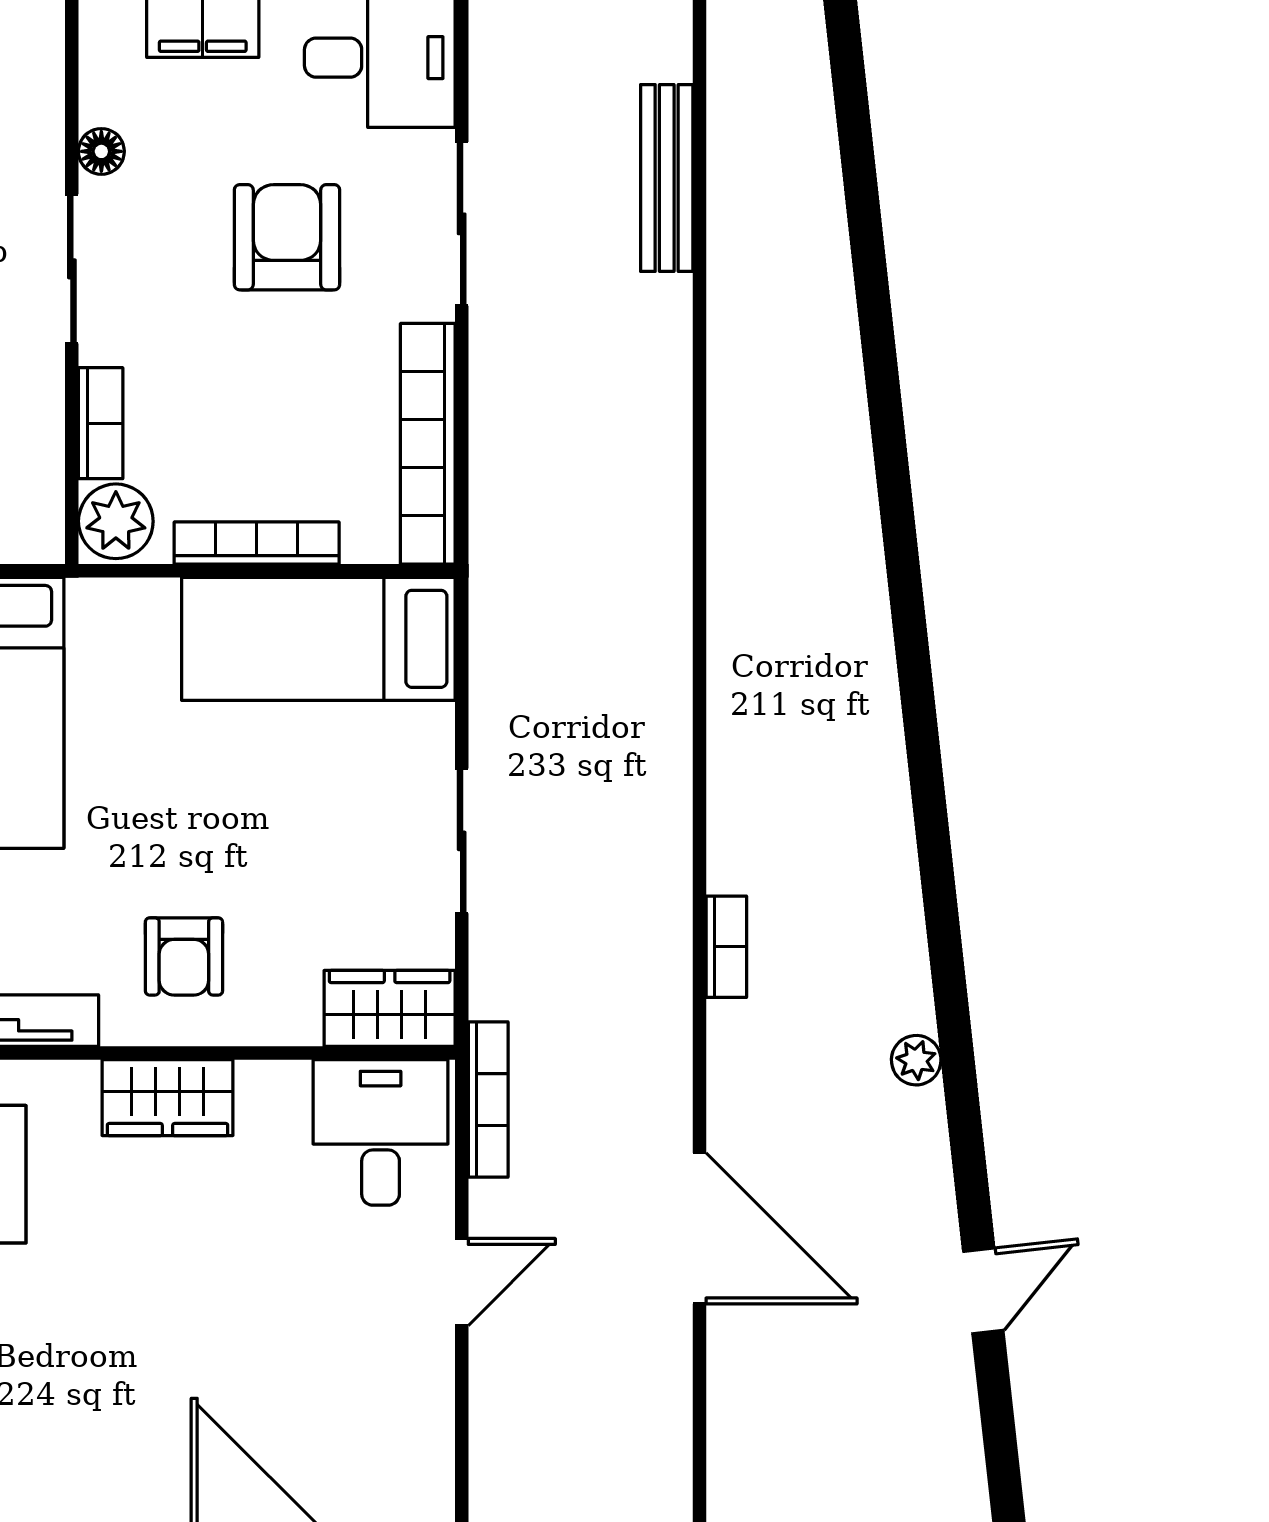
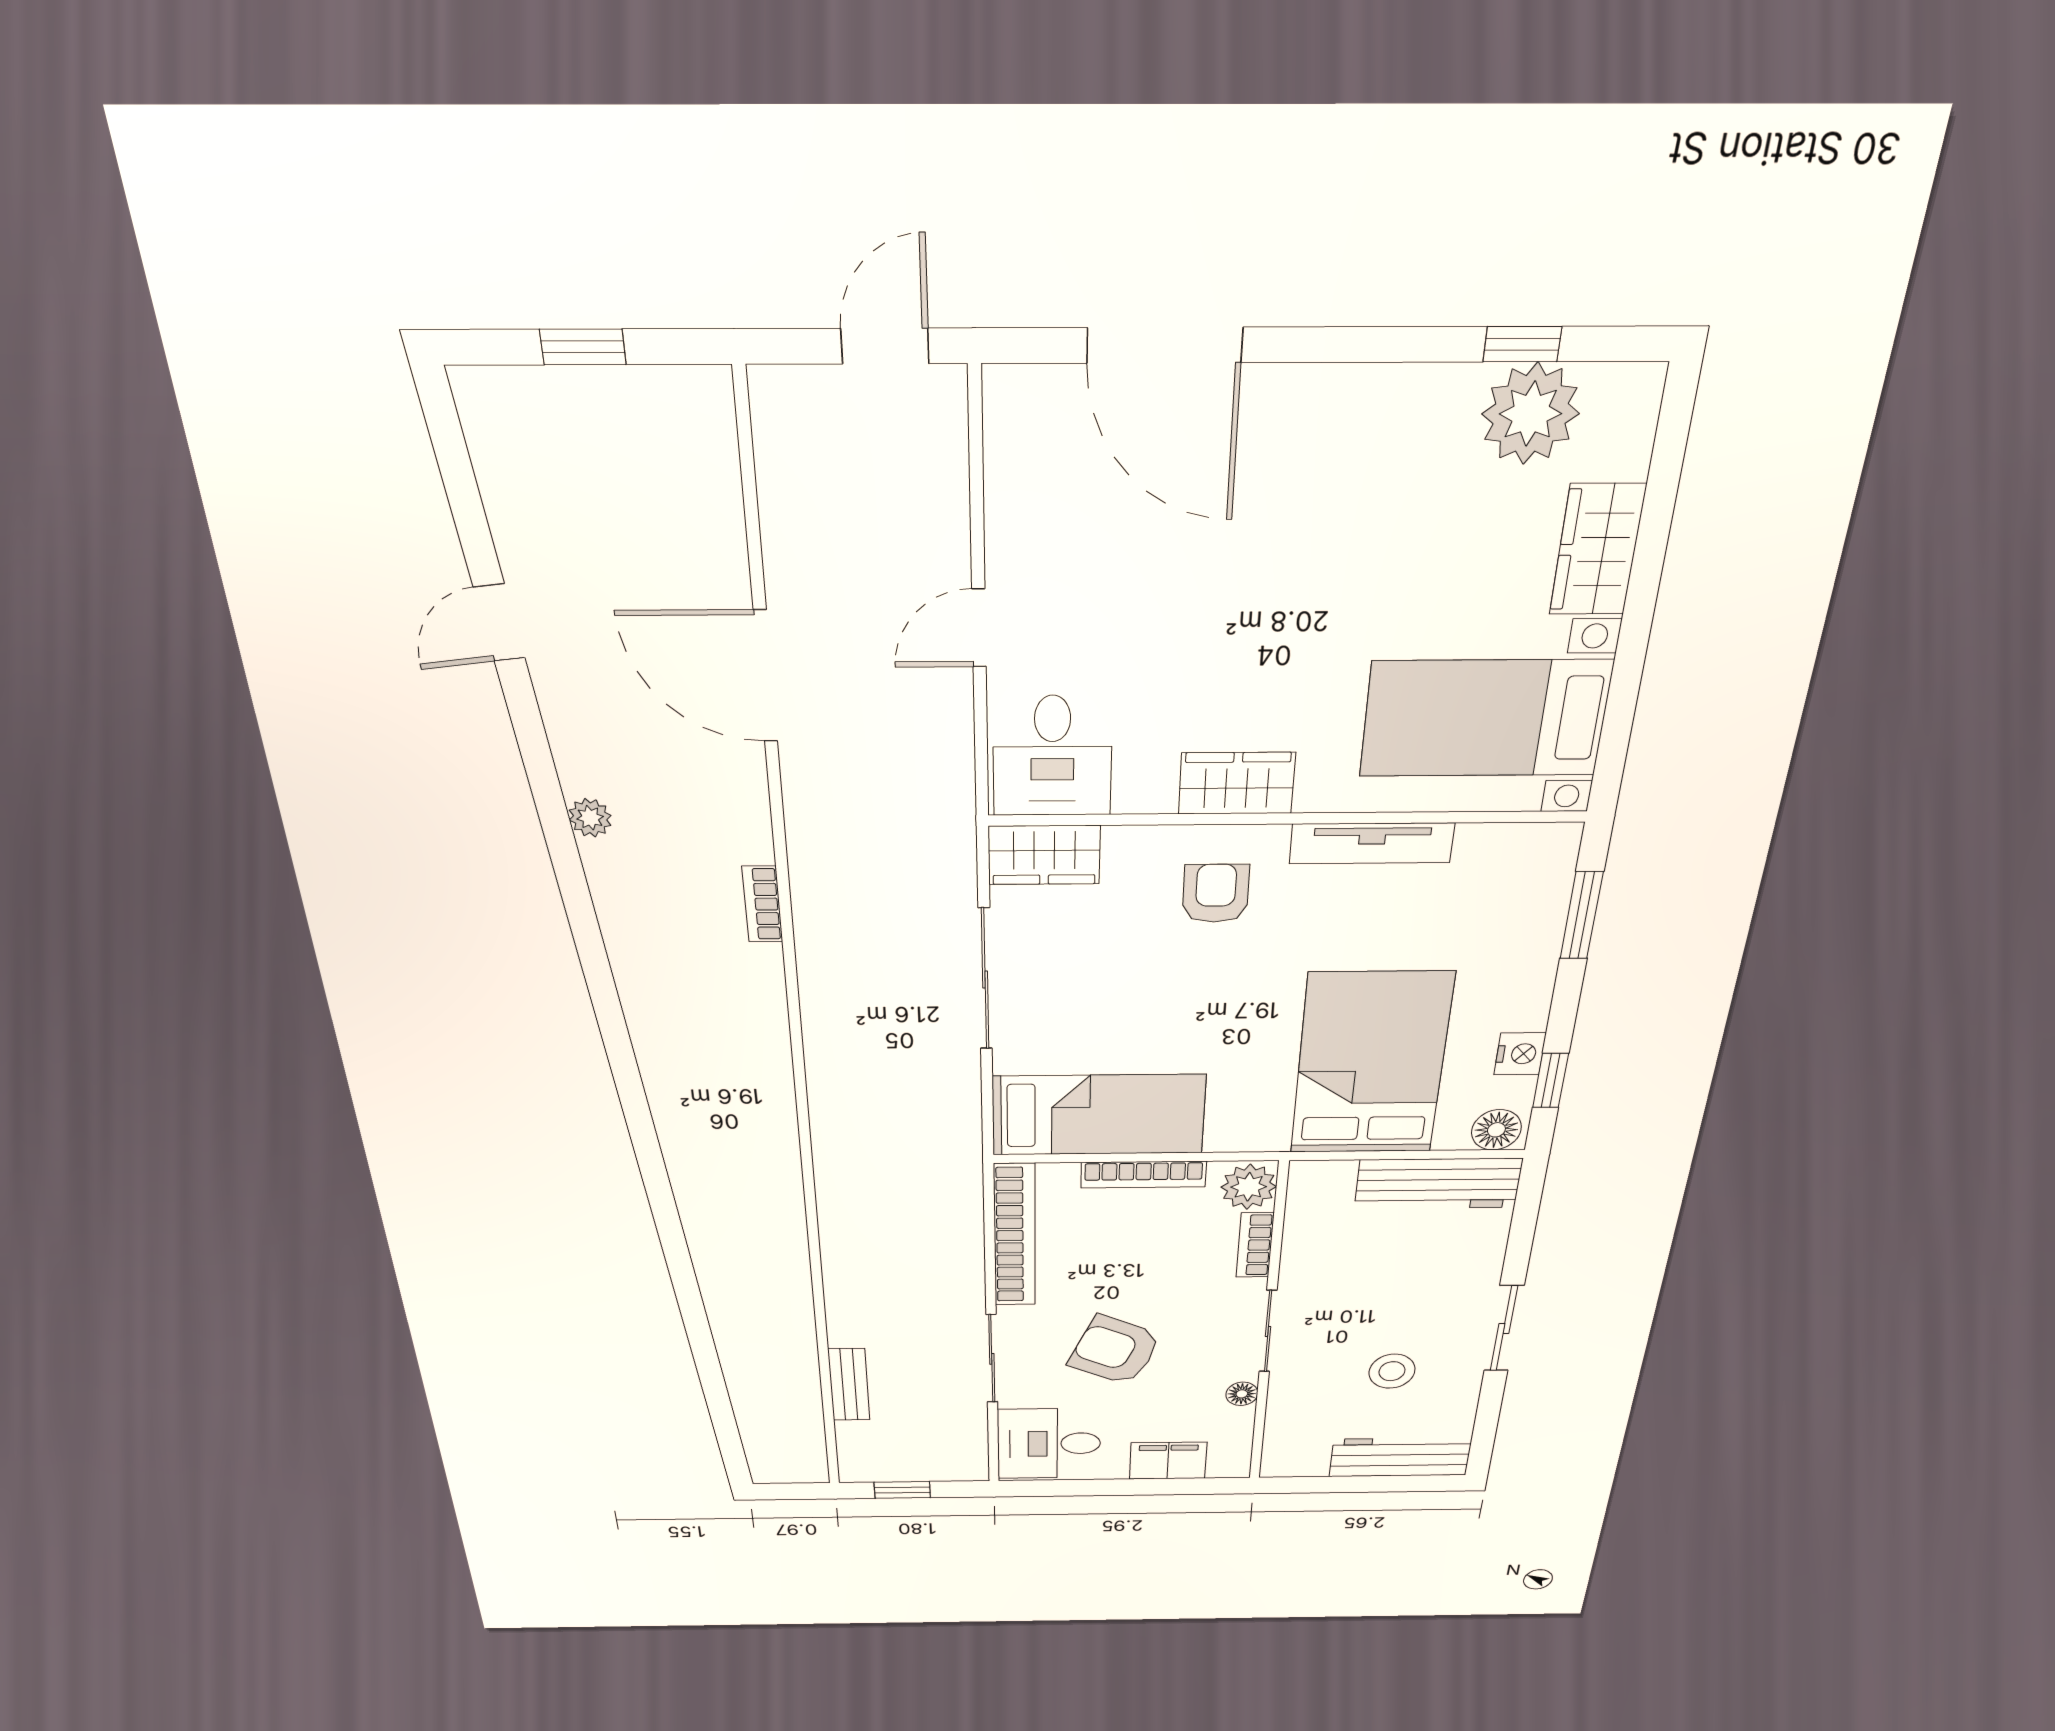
bench: (667, 178) -> (849, 1385), width x0.73
armchair: (287, 237) -> (1115, 1350), turned 114
sliding door: (462, 841) -> (985, 980), width x1.37
bookcase: (488, 1099) -> (959, 784), removed

